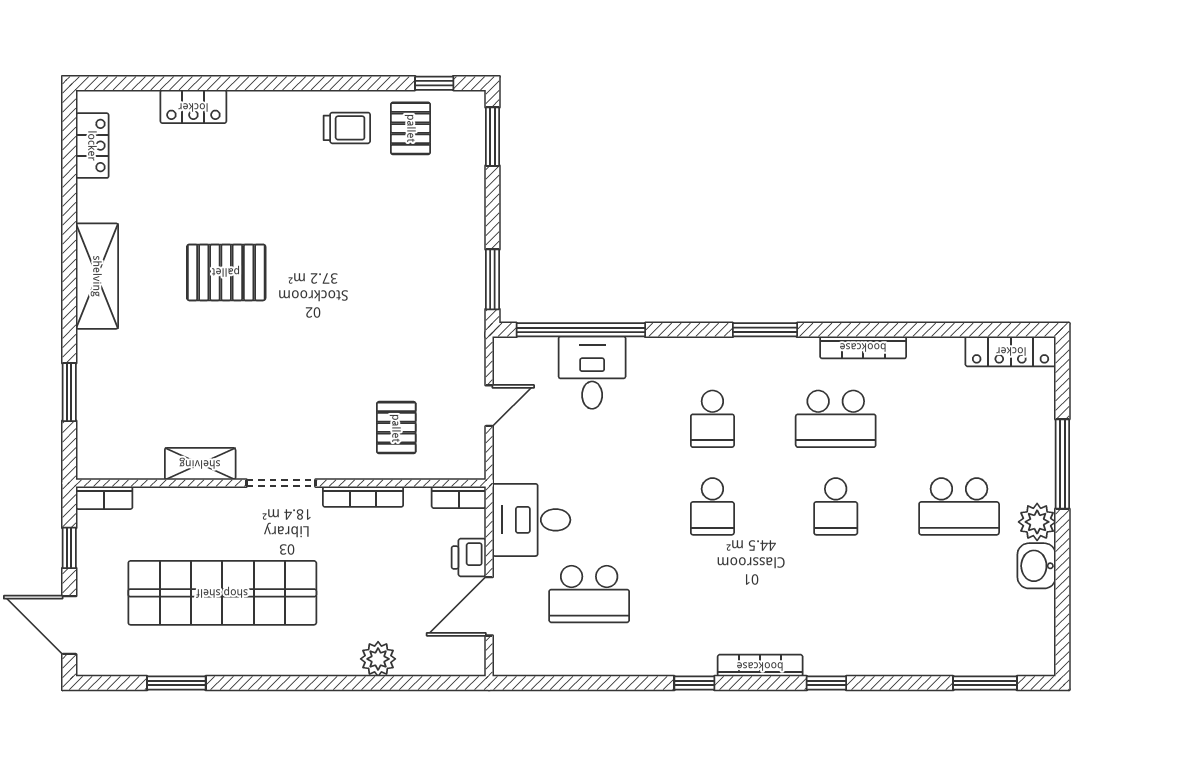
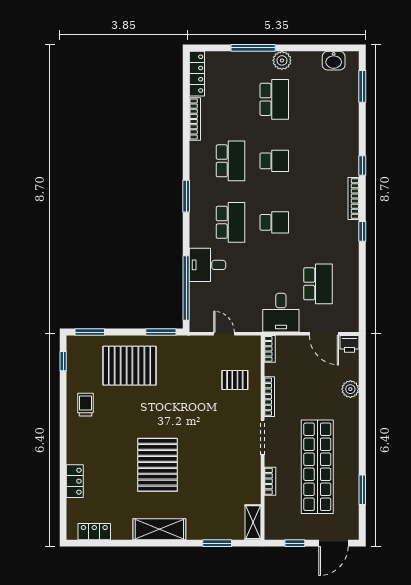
pallet: (411, 128) -> (129, 366), moved, width x2.05, depth x2.00
pallet: (226, 272) -> (158, 465), width x1.37, depth x1.41
bookcase: (863, 347) -> (195, 119), moved
desk: (592, 373) -> (208, 265), moved
school desk: (712, 419) -> (231, 222), width x1.85
shelving: (200, 464) -> (253, 522), moved
bookcase: (104, 498) -> (270, 481), moved
printer: (469, 558) -> (350, 344), moved
washbasin: (1037, 566) -> (334, 61), moved

